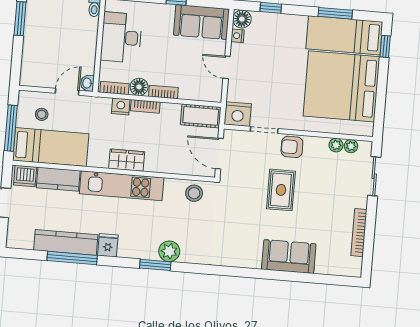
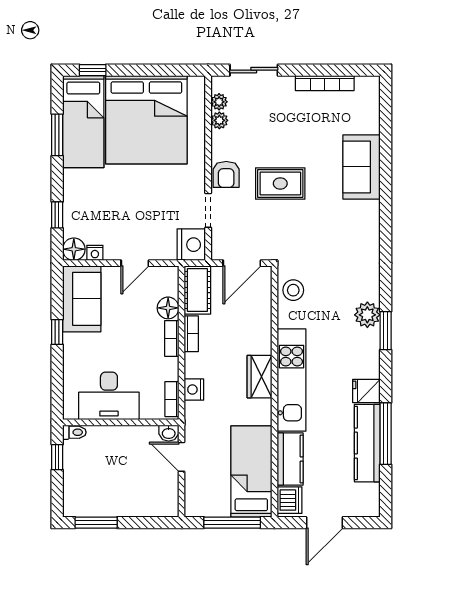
floor lamp: (139, 87) -> (168, 308), moved
bookcase: (145, 106) -> (191, 334), moved
stool: (42, 114) -> (212, 486), removed

